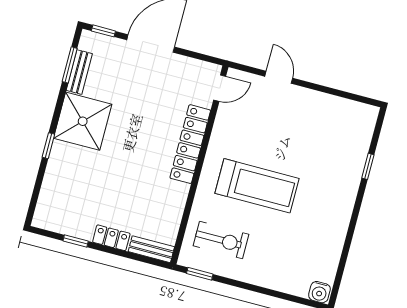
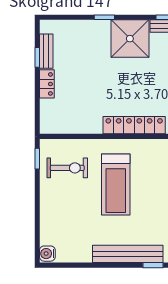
bench: (346, 194) -> (128, 254), added
exercise bike: (221, 240) -> (67, 168), turned -90
bench: (151, 249) -> (46, 51), moved

